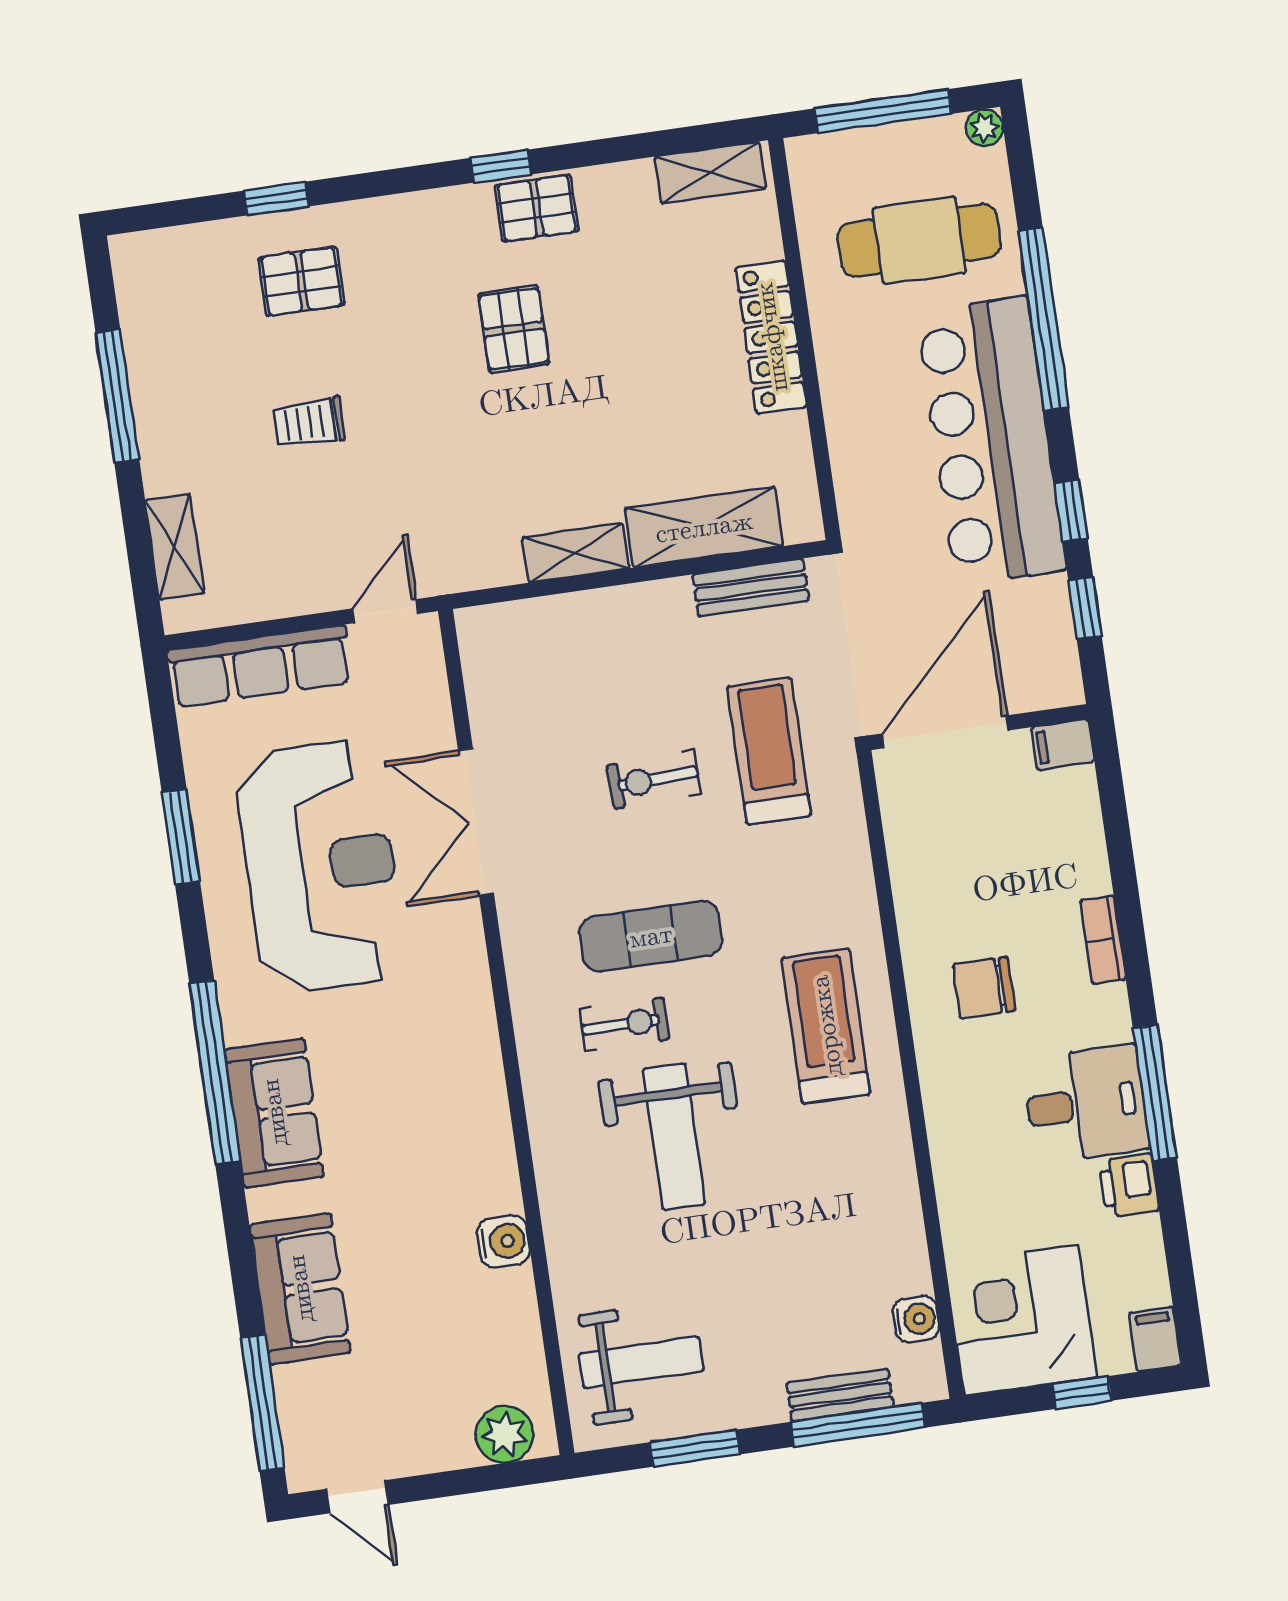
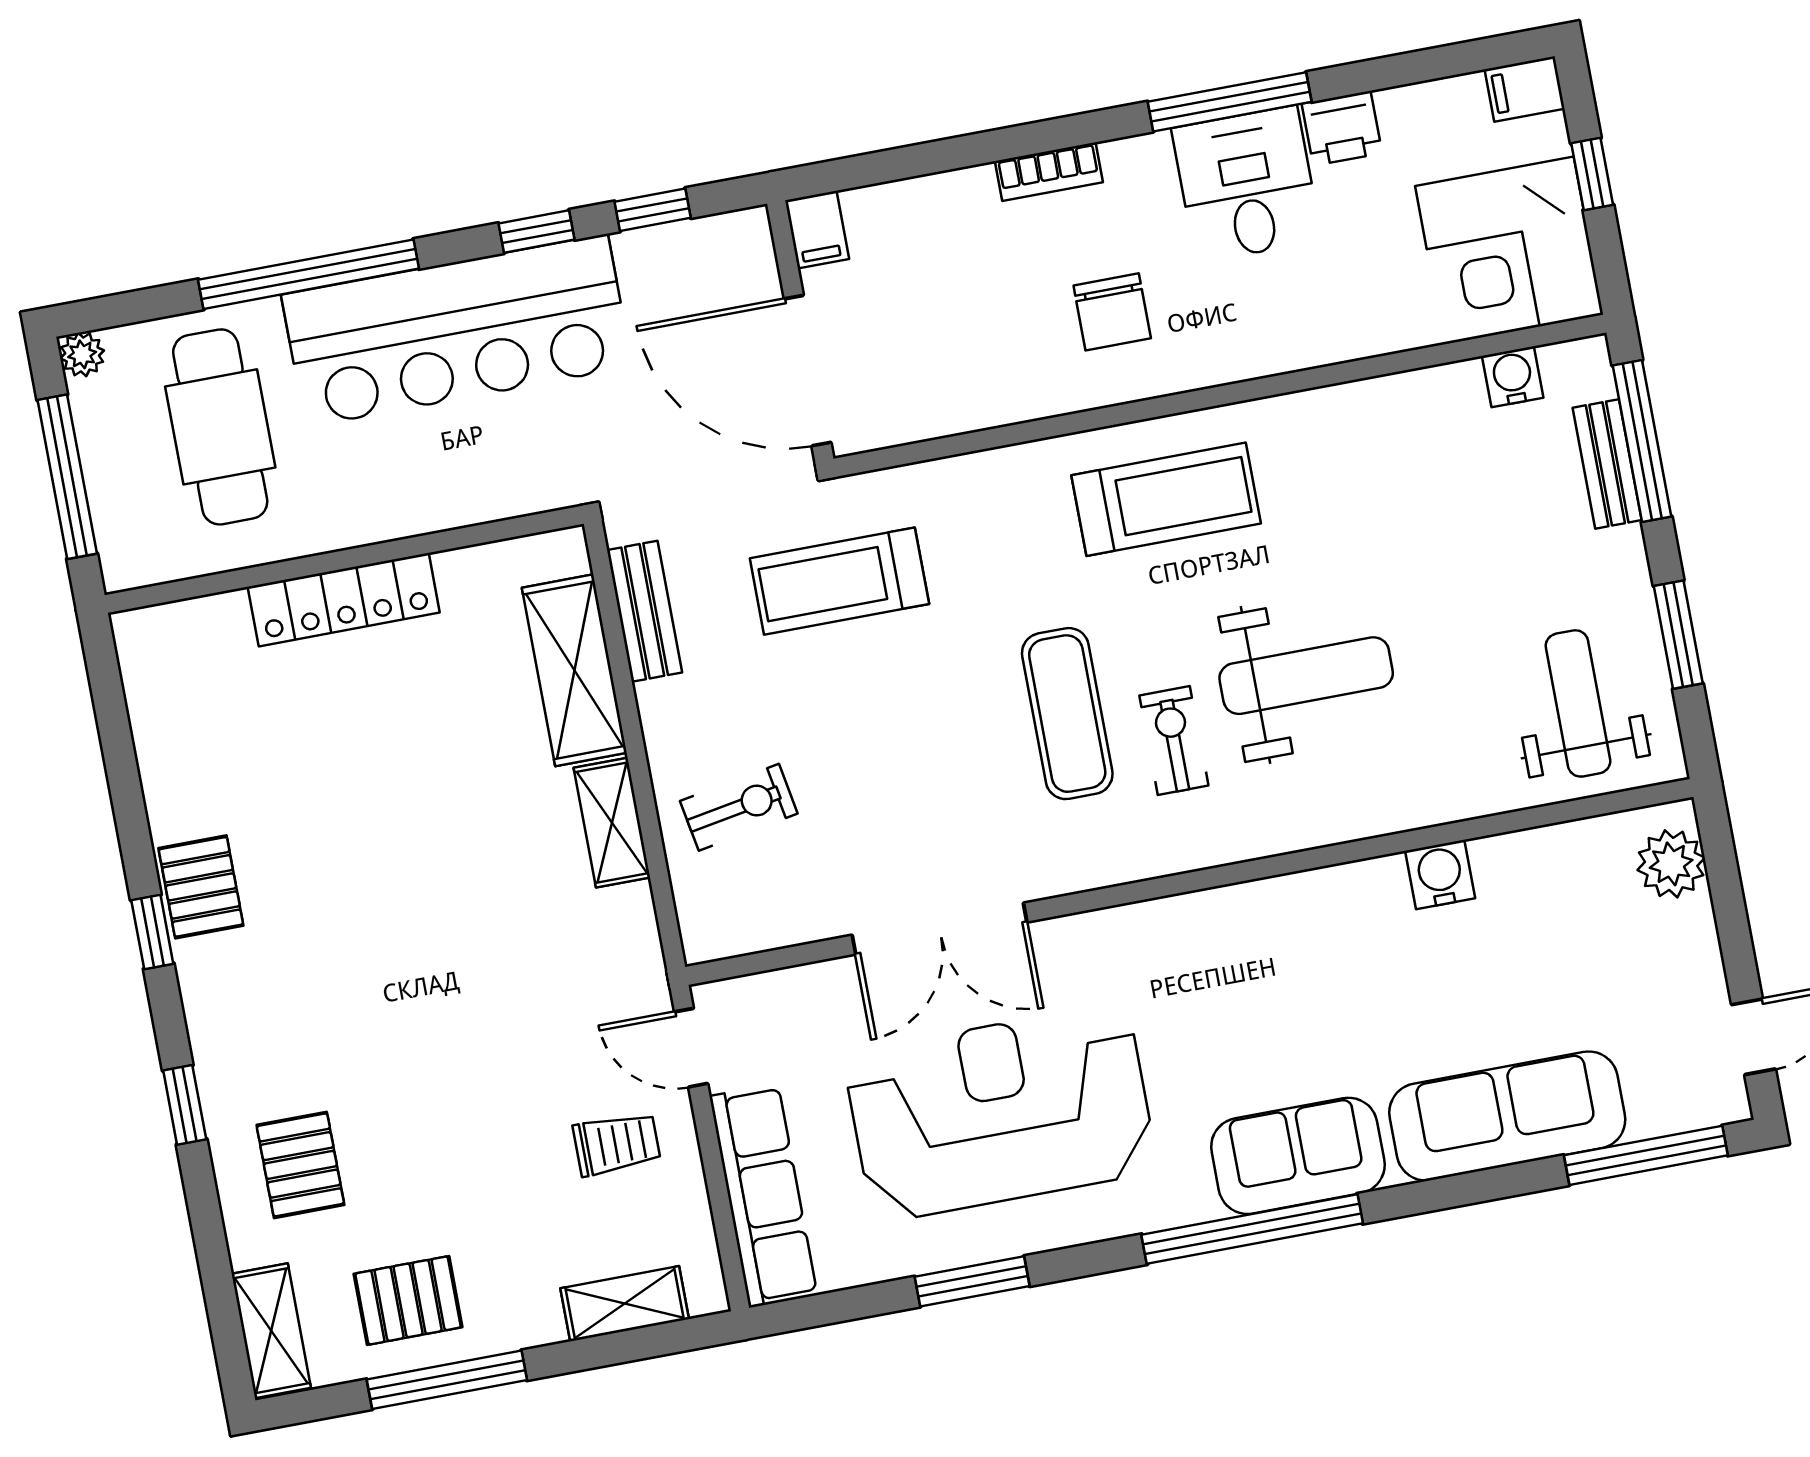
shelving: (710, 173) -> (271, 1331), moved
window: (276, 198) -> (185, 1105), moved
pallet: (514, 329) -> (408, 1300), moved
trolley: (309, 423) -> (617, 1144), moved, turned -90
exercise bike: (654, 779) -> (739, 807), moved, turned -98
treadmill: (826, 1026) -> (1166, 499), turned 180
sofa: (300, 1289) -> (1507, 1116), width x1.36

